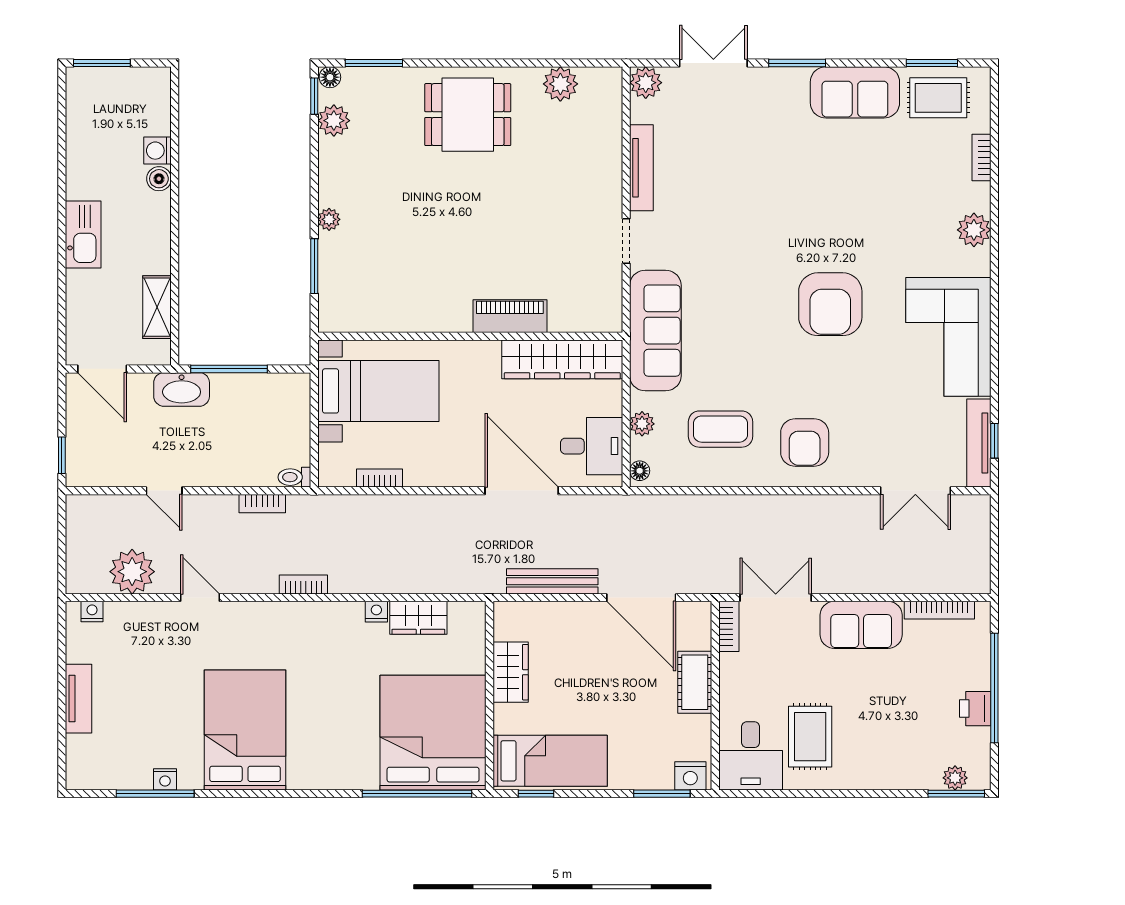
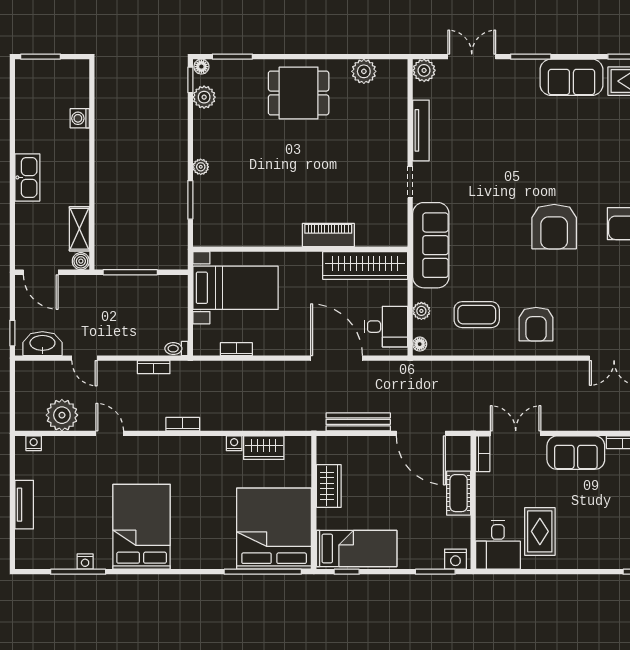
boiler: (159, 179) -> (81, 261), moved
washbasin: (182, 389) -> (42, 344), moved, turned 180

